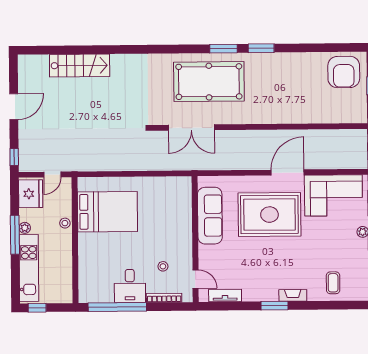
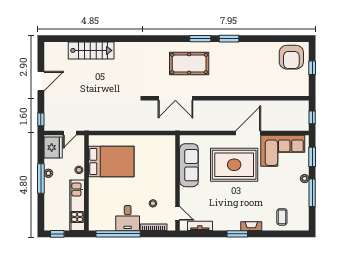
pool table: (209, 82) -> (189, 63), width x0.73, depth x0.76
kitchen unit: (29, 268) -> (77, 205), moved, turned 180

